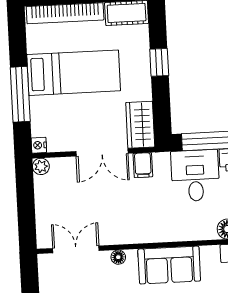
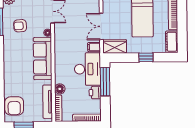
desk: (195, 176) -> (88, 69), width x1.37
sofa: (169, 265) -> (43, 59), width x1.36

